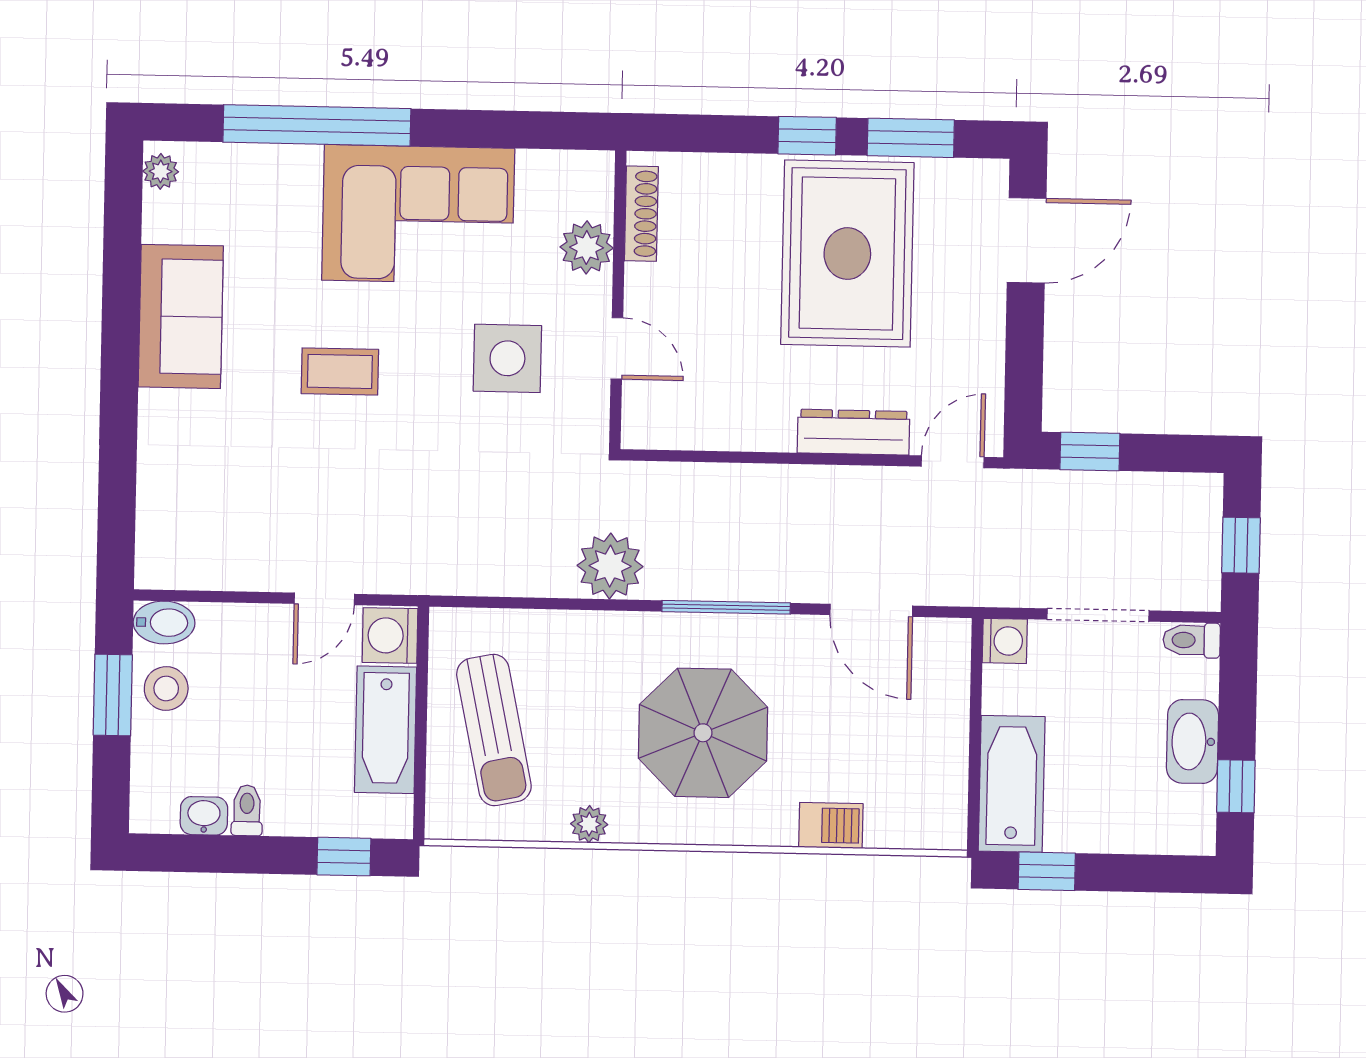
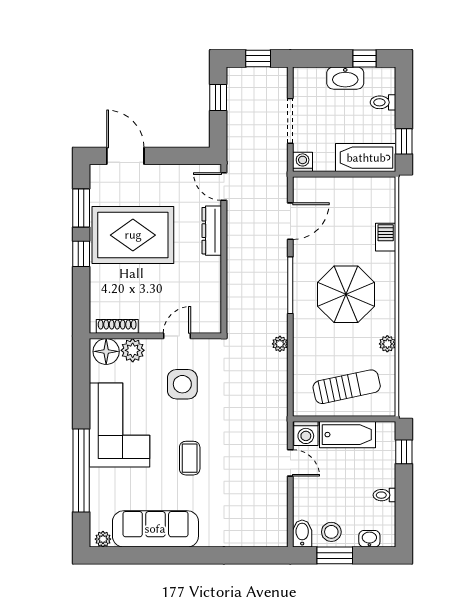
floor lamp: (585, 187) -> (106, 351), added
sofa: (181, 316) -> (155, 529), width x1.36
window: (1090, 451) -> (218, 98), moved
plant: (610, 566) -> (280, 344), width x0.53, depth x0.53
toilet: (1192, 640) -> (383, 102), moved, turned 90
washbasin: (204, 816) -> (369, 539), moved, turned 90

